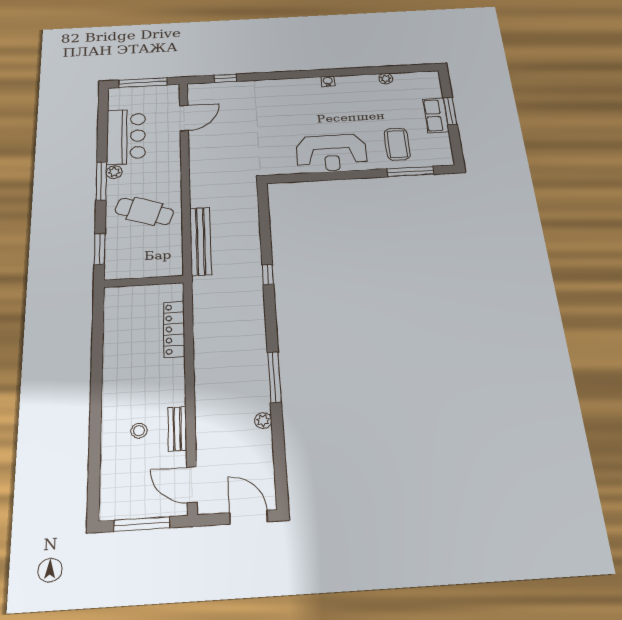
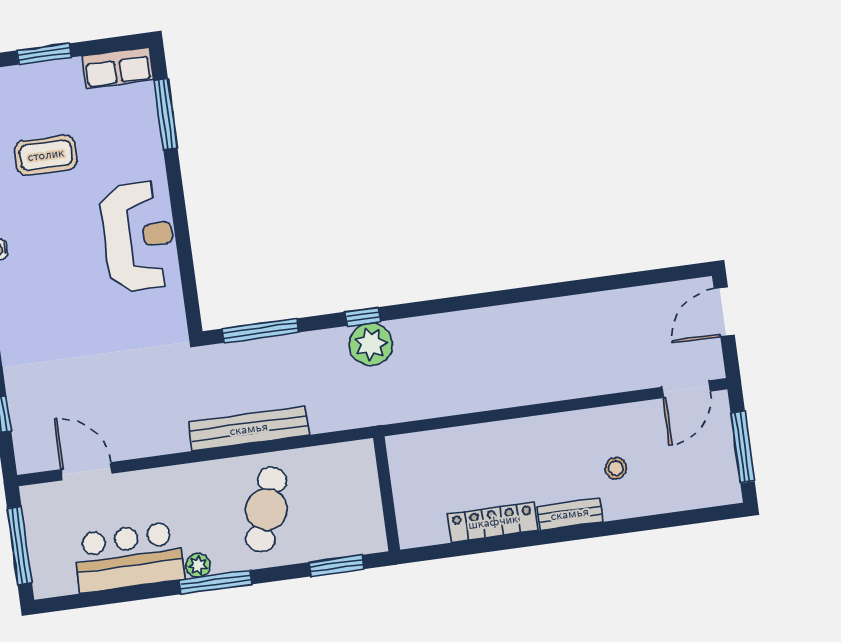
row of seats: (436, 115) -> (117, 68), moved
coffee table: (397, 144) -> (46, 155), moved
bench: (201, 241) -> (249, 429), moved
locker: (174, 329) -> (493, 522), moved, turned 180
window: (274, 377) -> (260, 331), moved
plant: (263, 421) -> (371, 344), moved, width x1.87, depth x1.87
bench: (177, 429) -> (570, 514), moved

